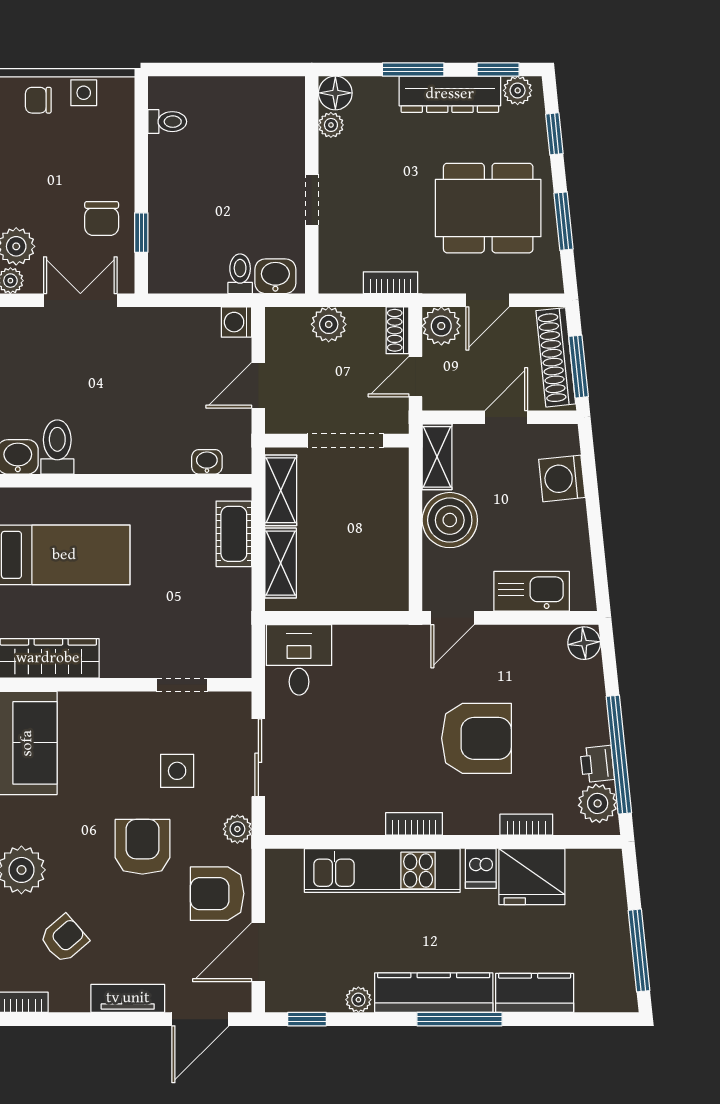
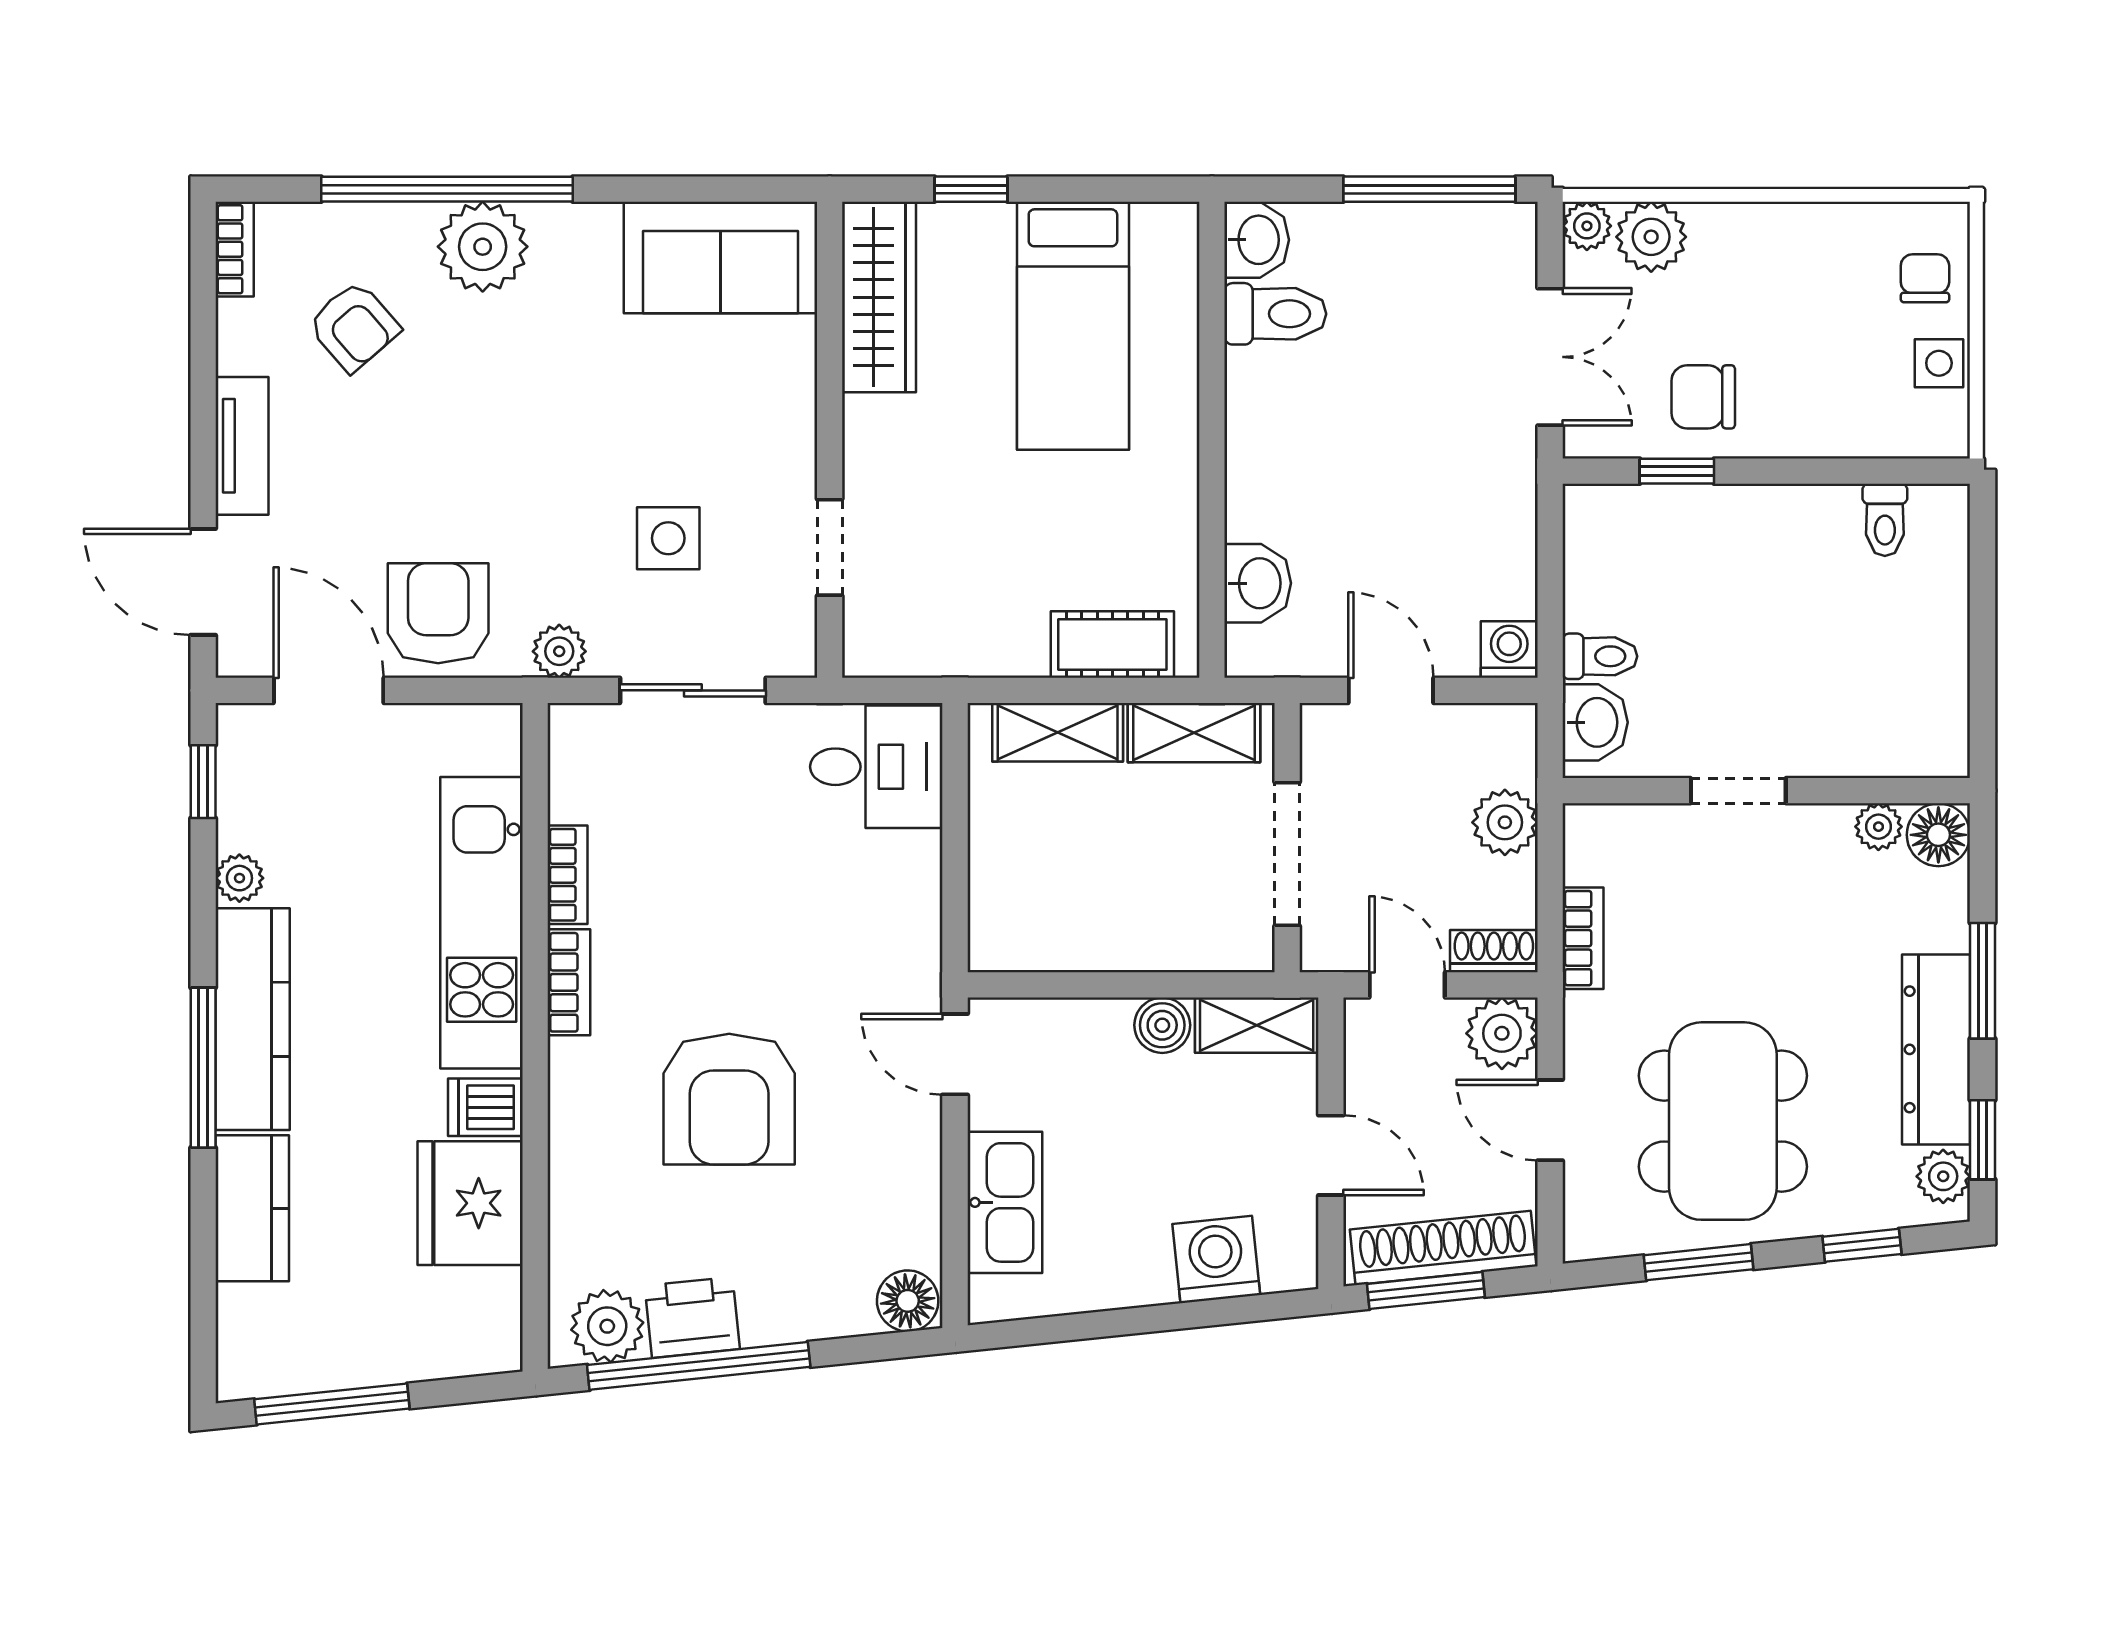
washbasin: (207, 462) -> (1258, 583), width x1.38, depth x1.45
boiler: (450, 520) -> (1162, 1025), width x0.54, depth x0.54
printer: (597, 764) -> (692, 1317), width x1.36, depth x1.24
bookcase: (526, 825) -> (567, 875), moved
armchair: (142, 847) -> (526, 473), removed

